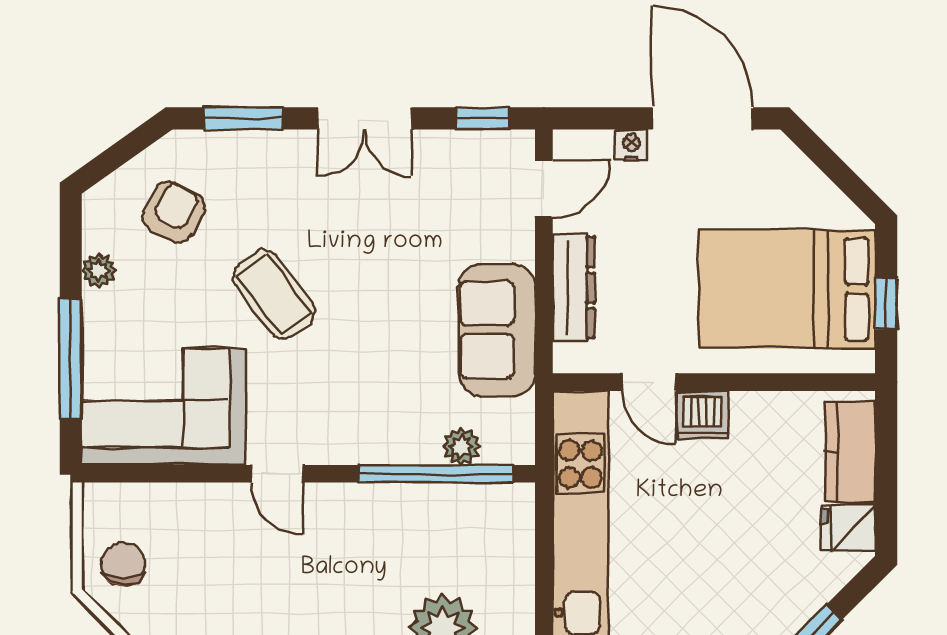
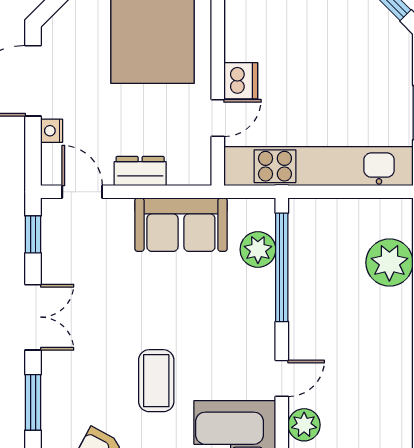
dresser: (573, 288) -> (140, 171), width x0.70
coffee table: (274, 294) -> (156, 381), turned -53
plant: (461, 447) -> (258, 250), width x1.38, depth x1.38
plant: (211, 506) -> (304, 425), added

